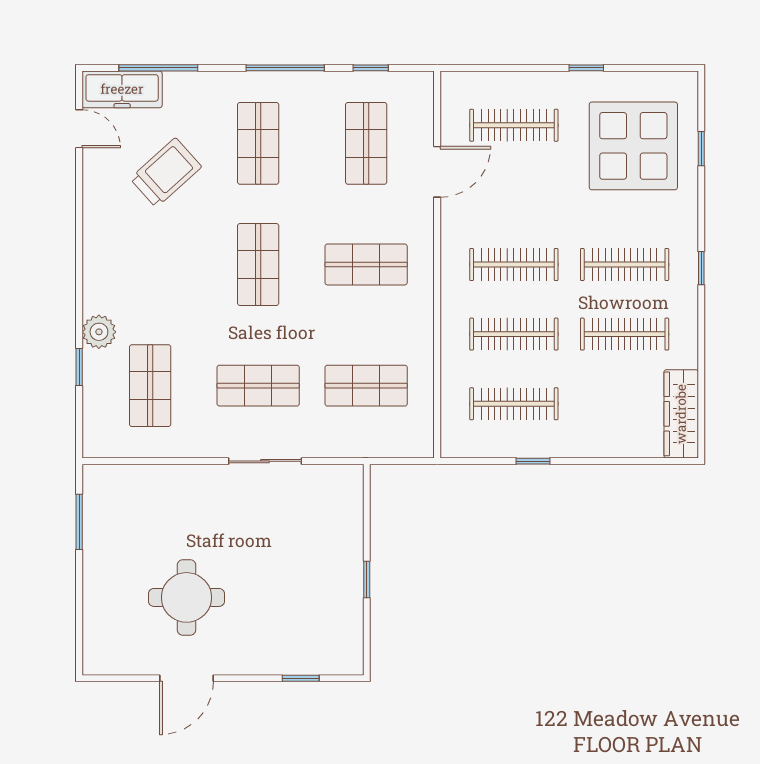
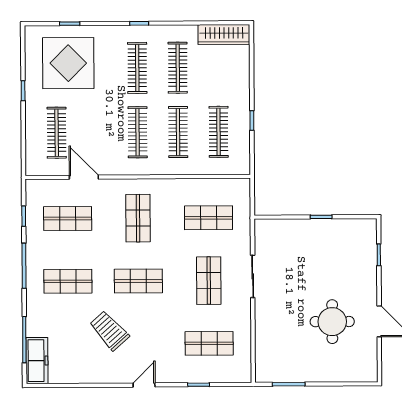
door: (79, 129) -> (144, 385), moved
trolley: (166, 173) -> (109, 331), moved
plant: (99, 332) -> (178, 373), removed
shop shelf: (366, 386) -> (208, 218), turned 90

